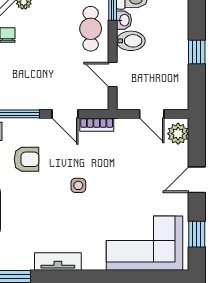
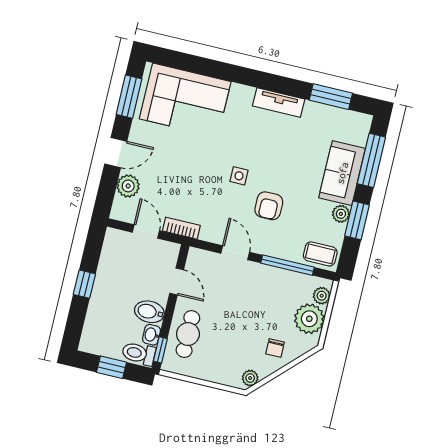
bookcase: (97, 125) -> (181, 228), moved
plant: (178, 134) -> (128, 186), moved
armchair: (26, 159) -> (269, 206), moved, turned -90
window: (197, 234) -> (129, 97), width x1.50

